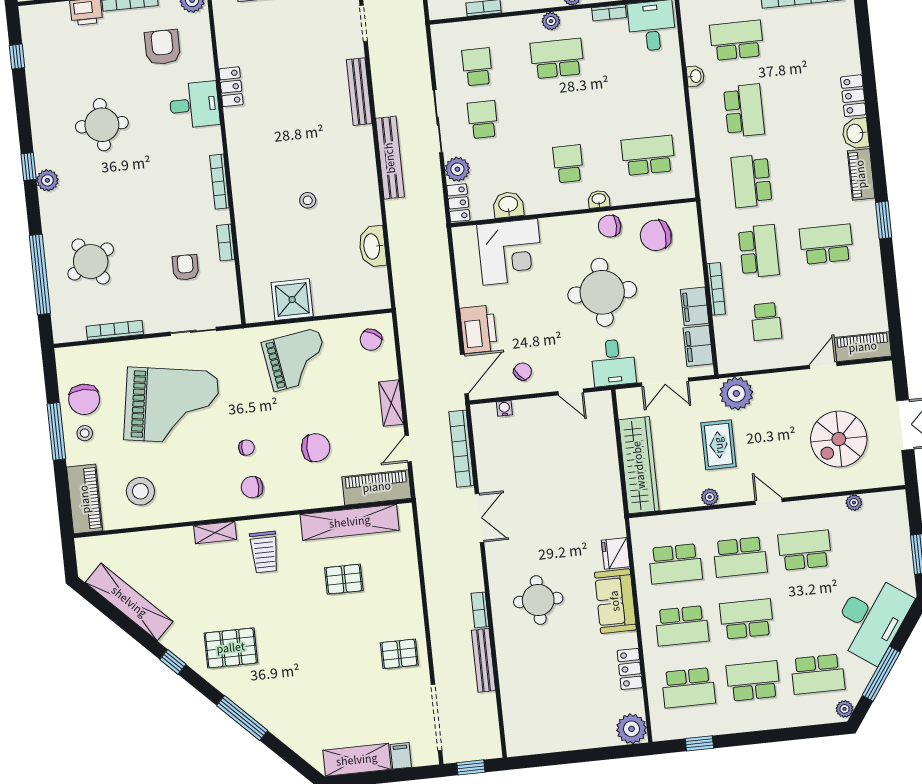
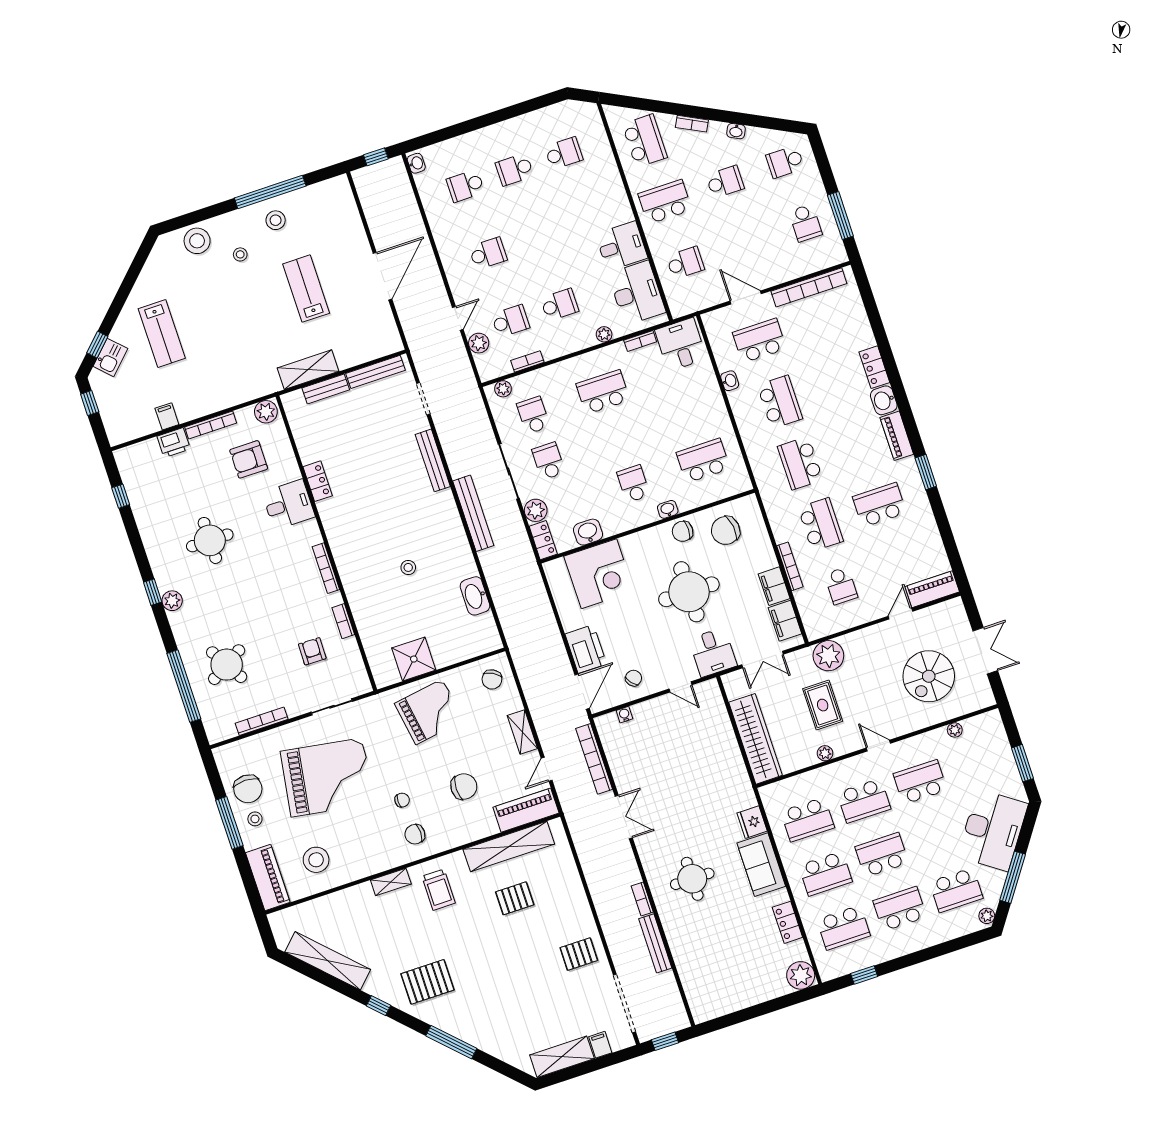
plant: (551, 21) -> (503, 389), moved
armchair: (162, 47) -> (249, 459), turned -90

